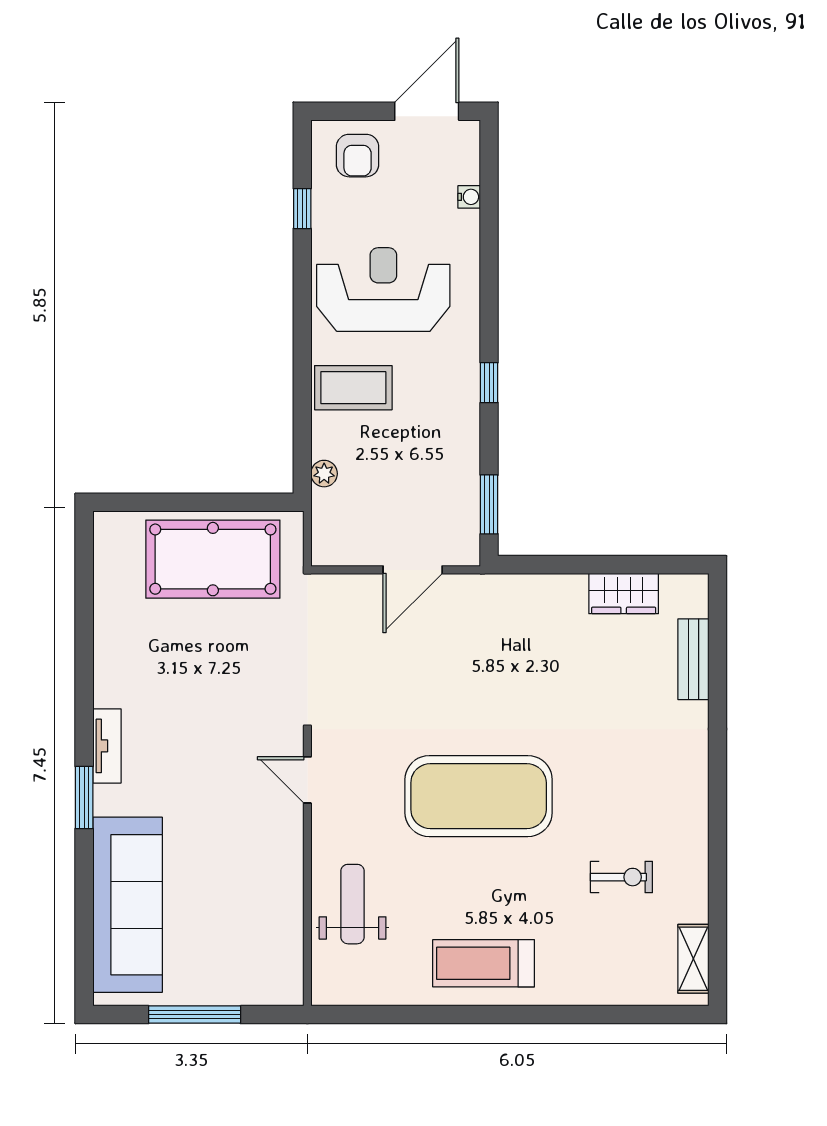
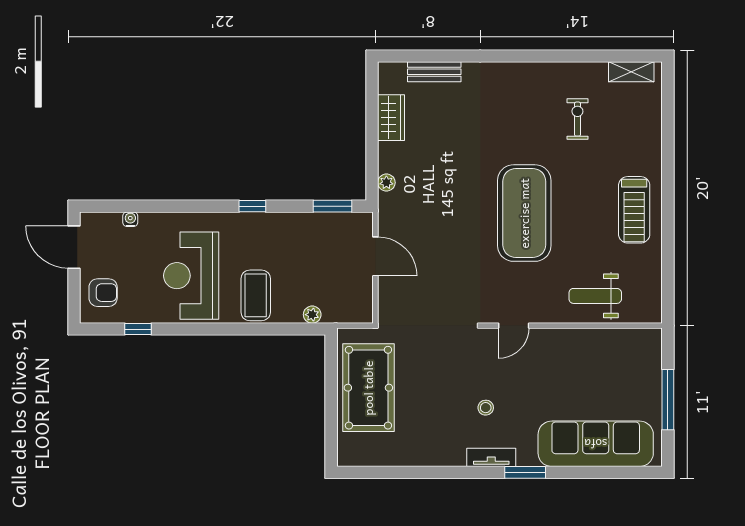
plant: (525, 586) -> (386, 183), added
stool: (183, 737) -> (486, 408), added

